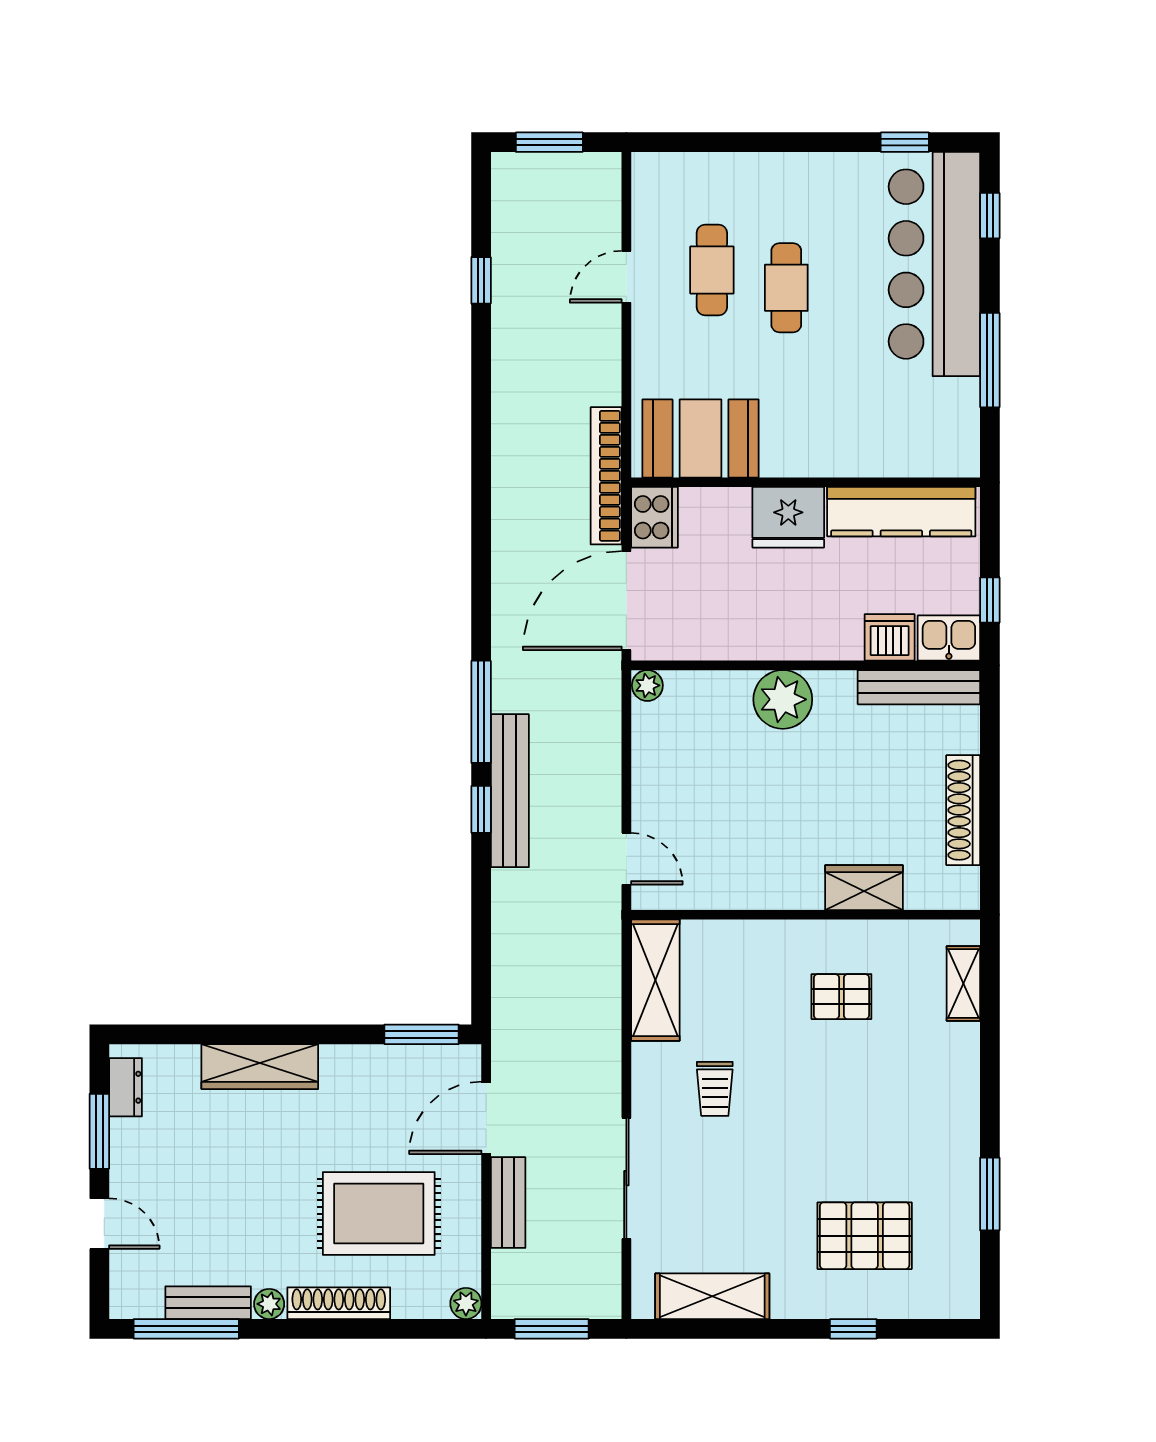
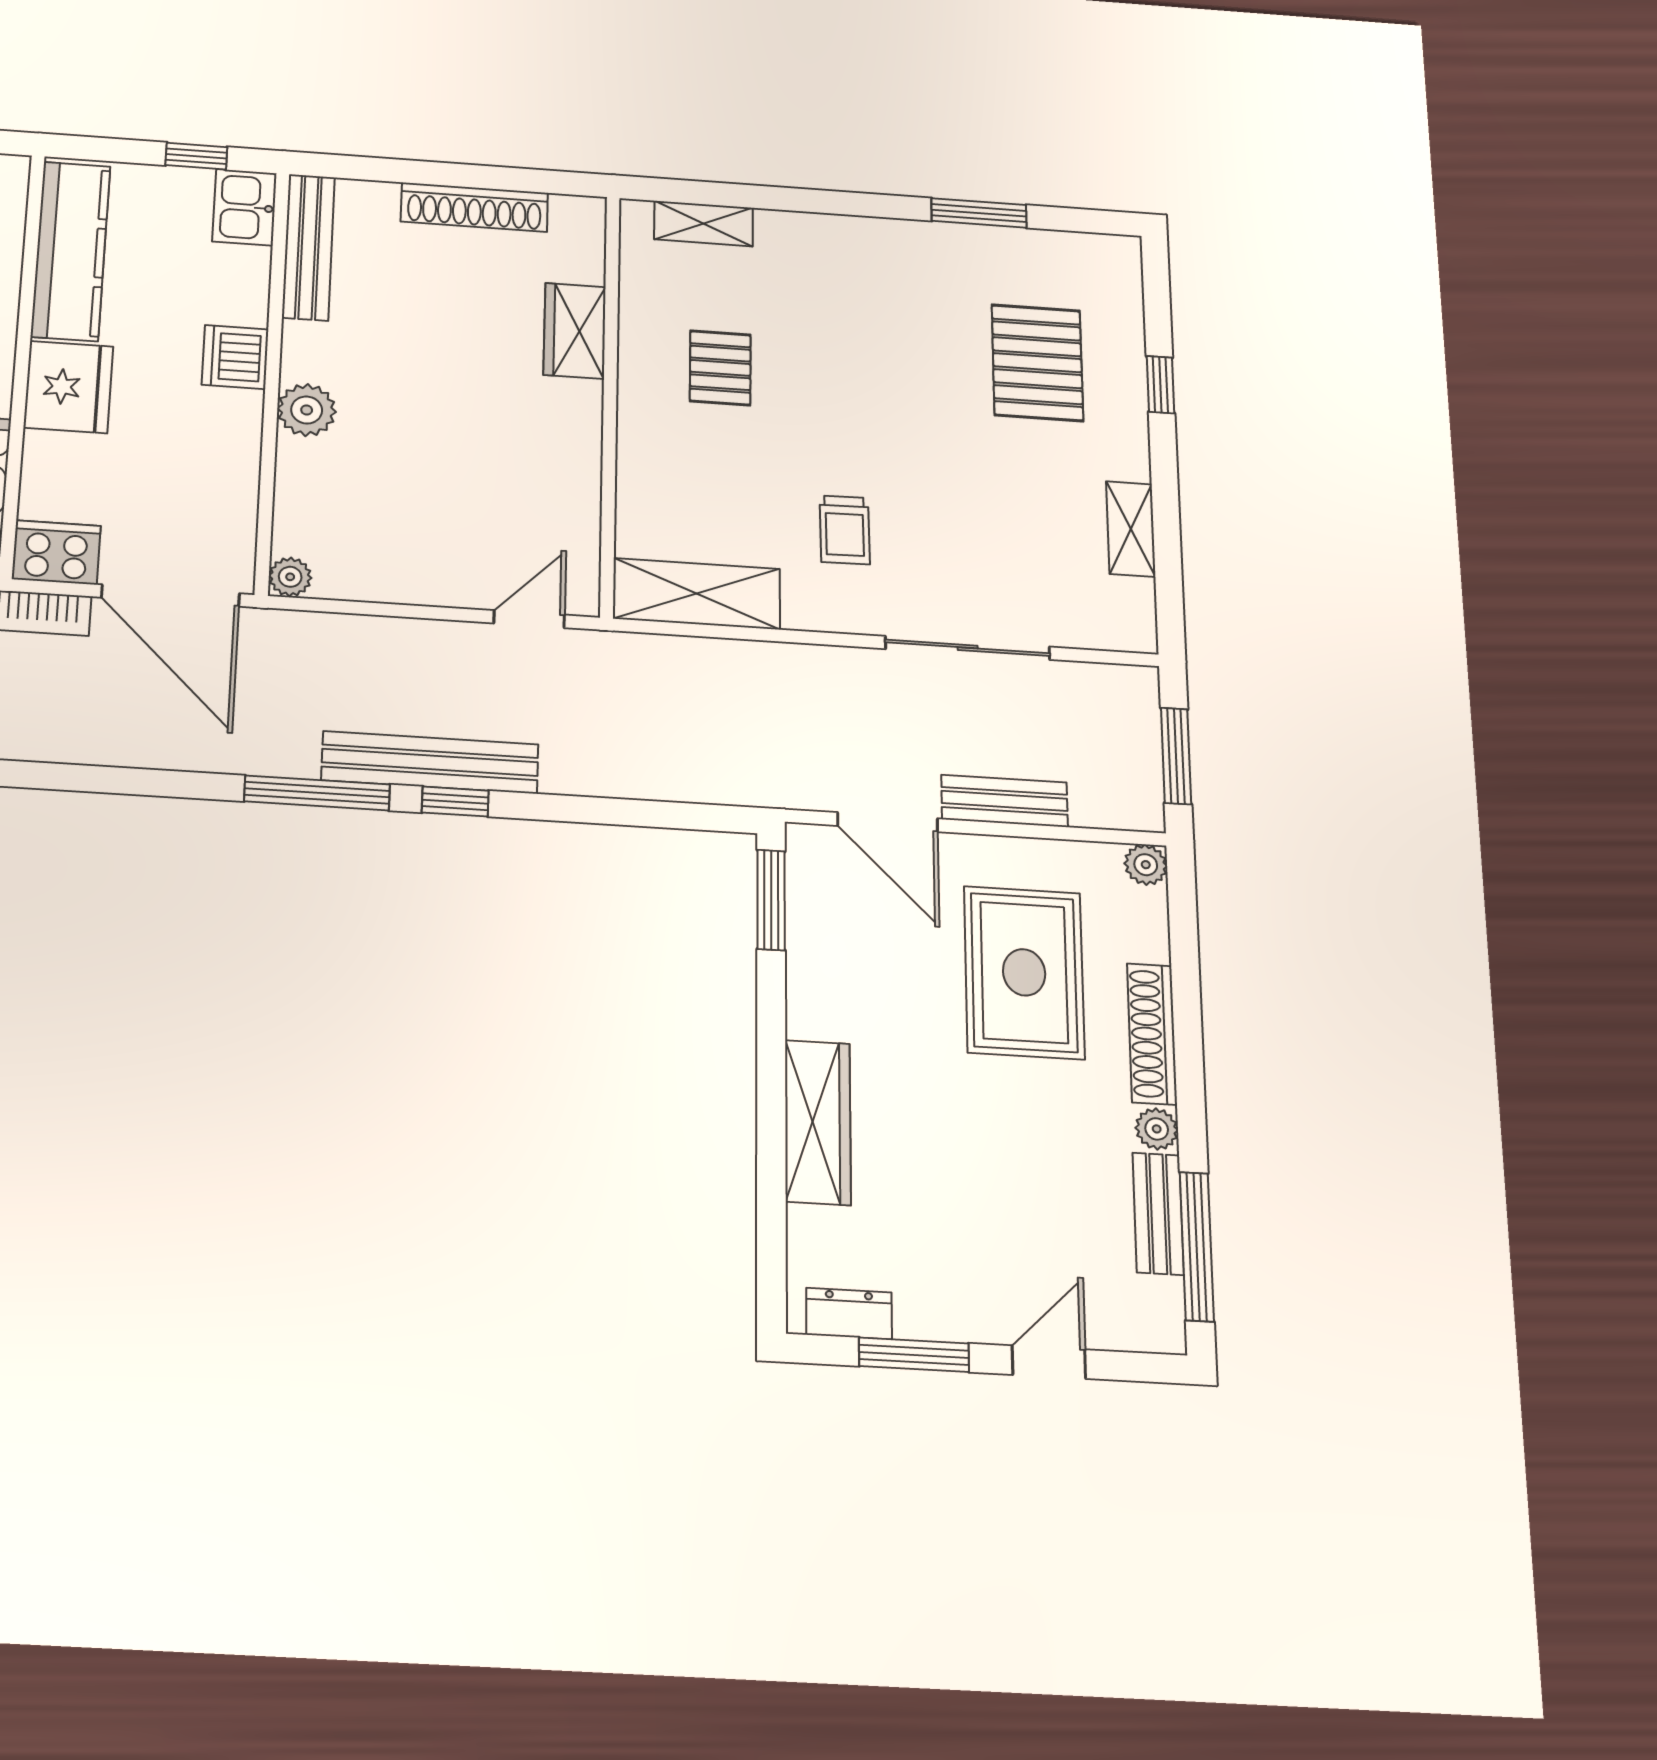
dishwasher: (890, 637) -> (235, 357), moved
plant: (783, 699) -> (307, 410), width x0.73, depth x0.73
trolley: (715, 1089) -> (845, 530), turned 89
shelving: (712, 1296) -> (1131, 529), width x0.67, depth x0.75

